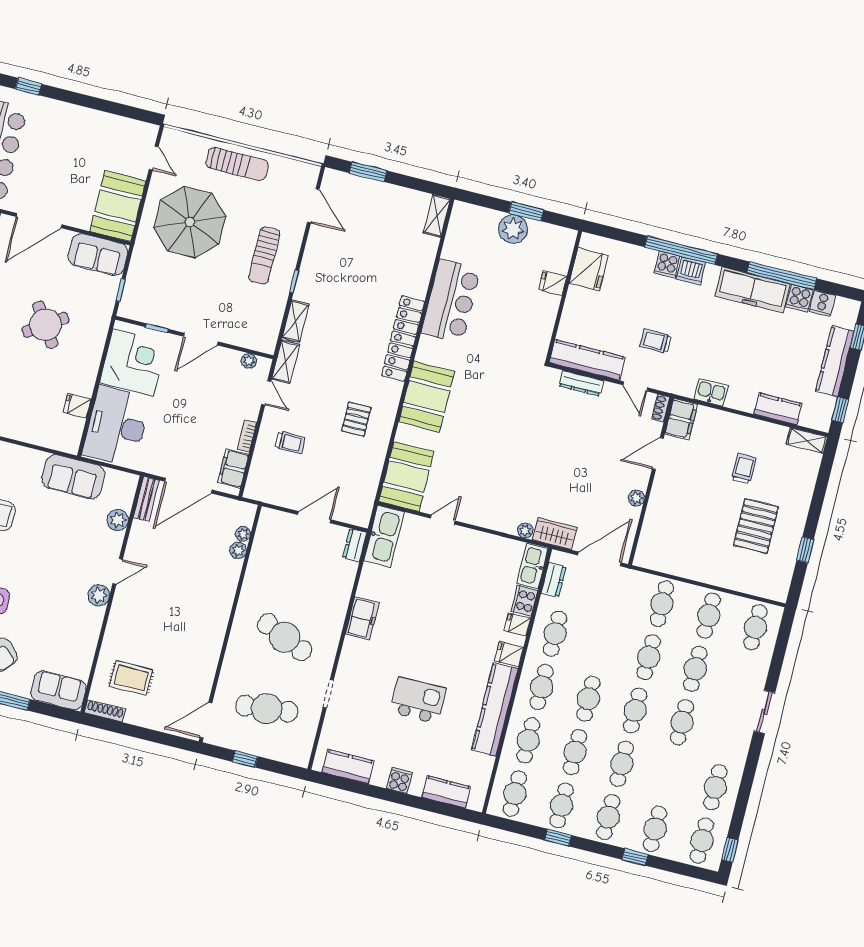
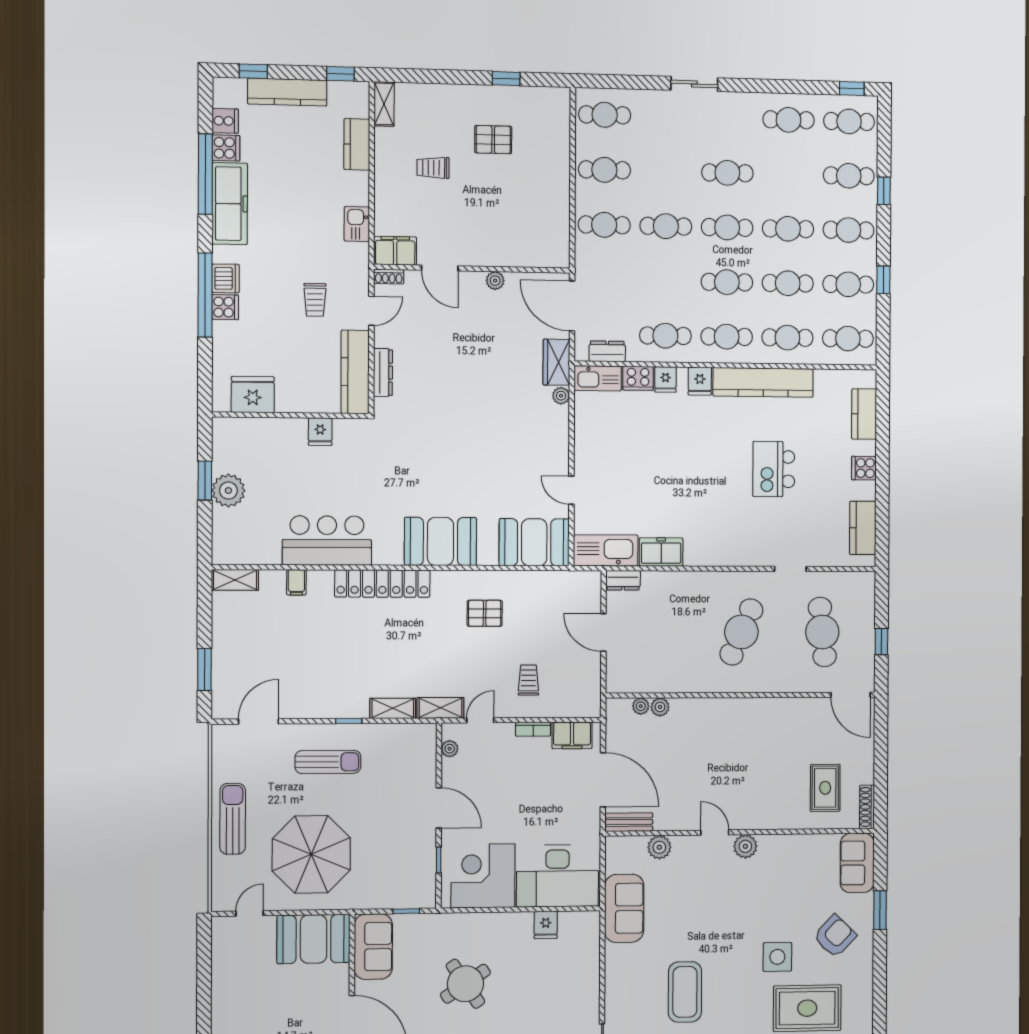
filing cabinet: (422, 267) -> (296, 582), added
fridge: (553, 283) -> (320, 432), moved
pallet: (756, 526) -> (493, 140), width x0.67, depth x0.71
freezer: (362, 618) -> (661, 552), moved
cafe table: (695, 669) -> (666, 171), removed

